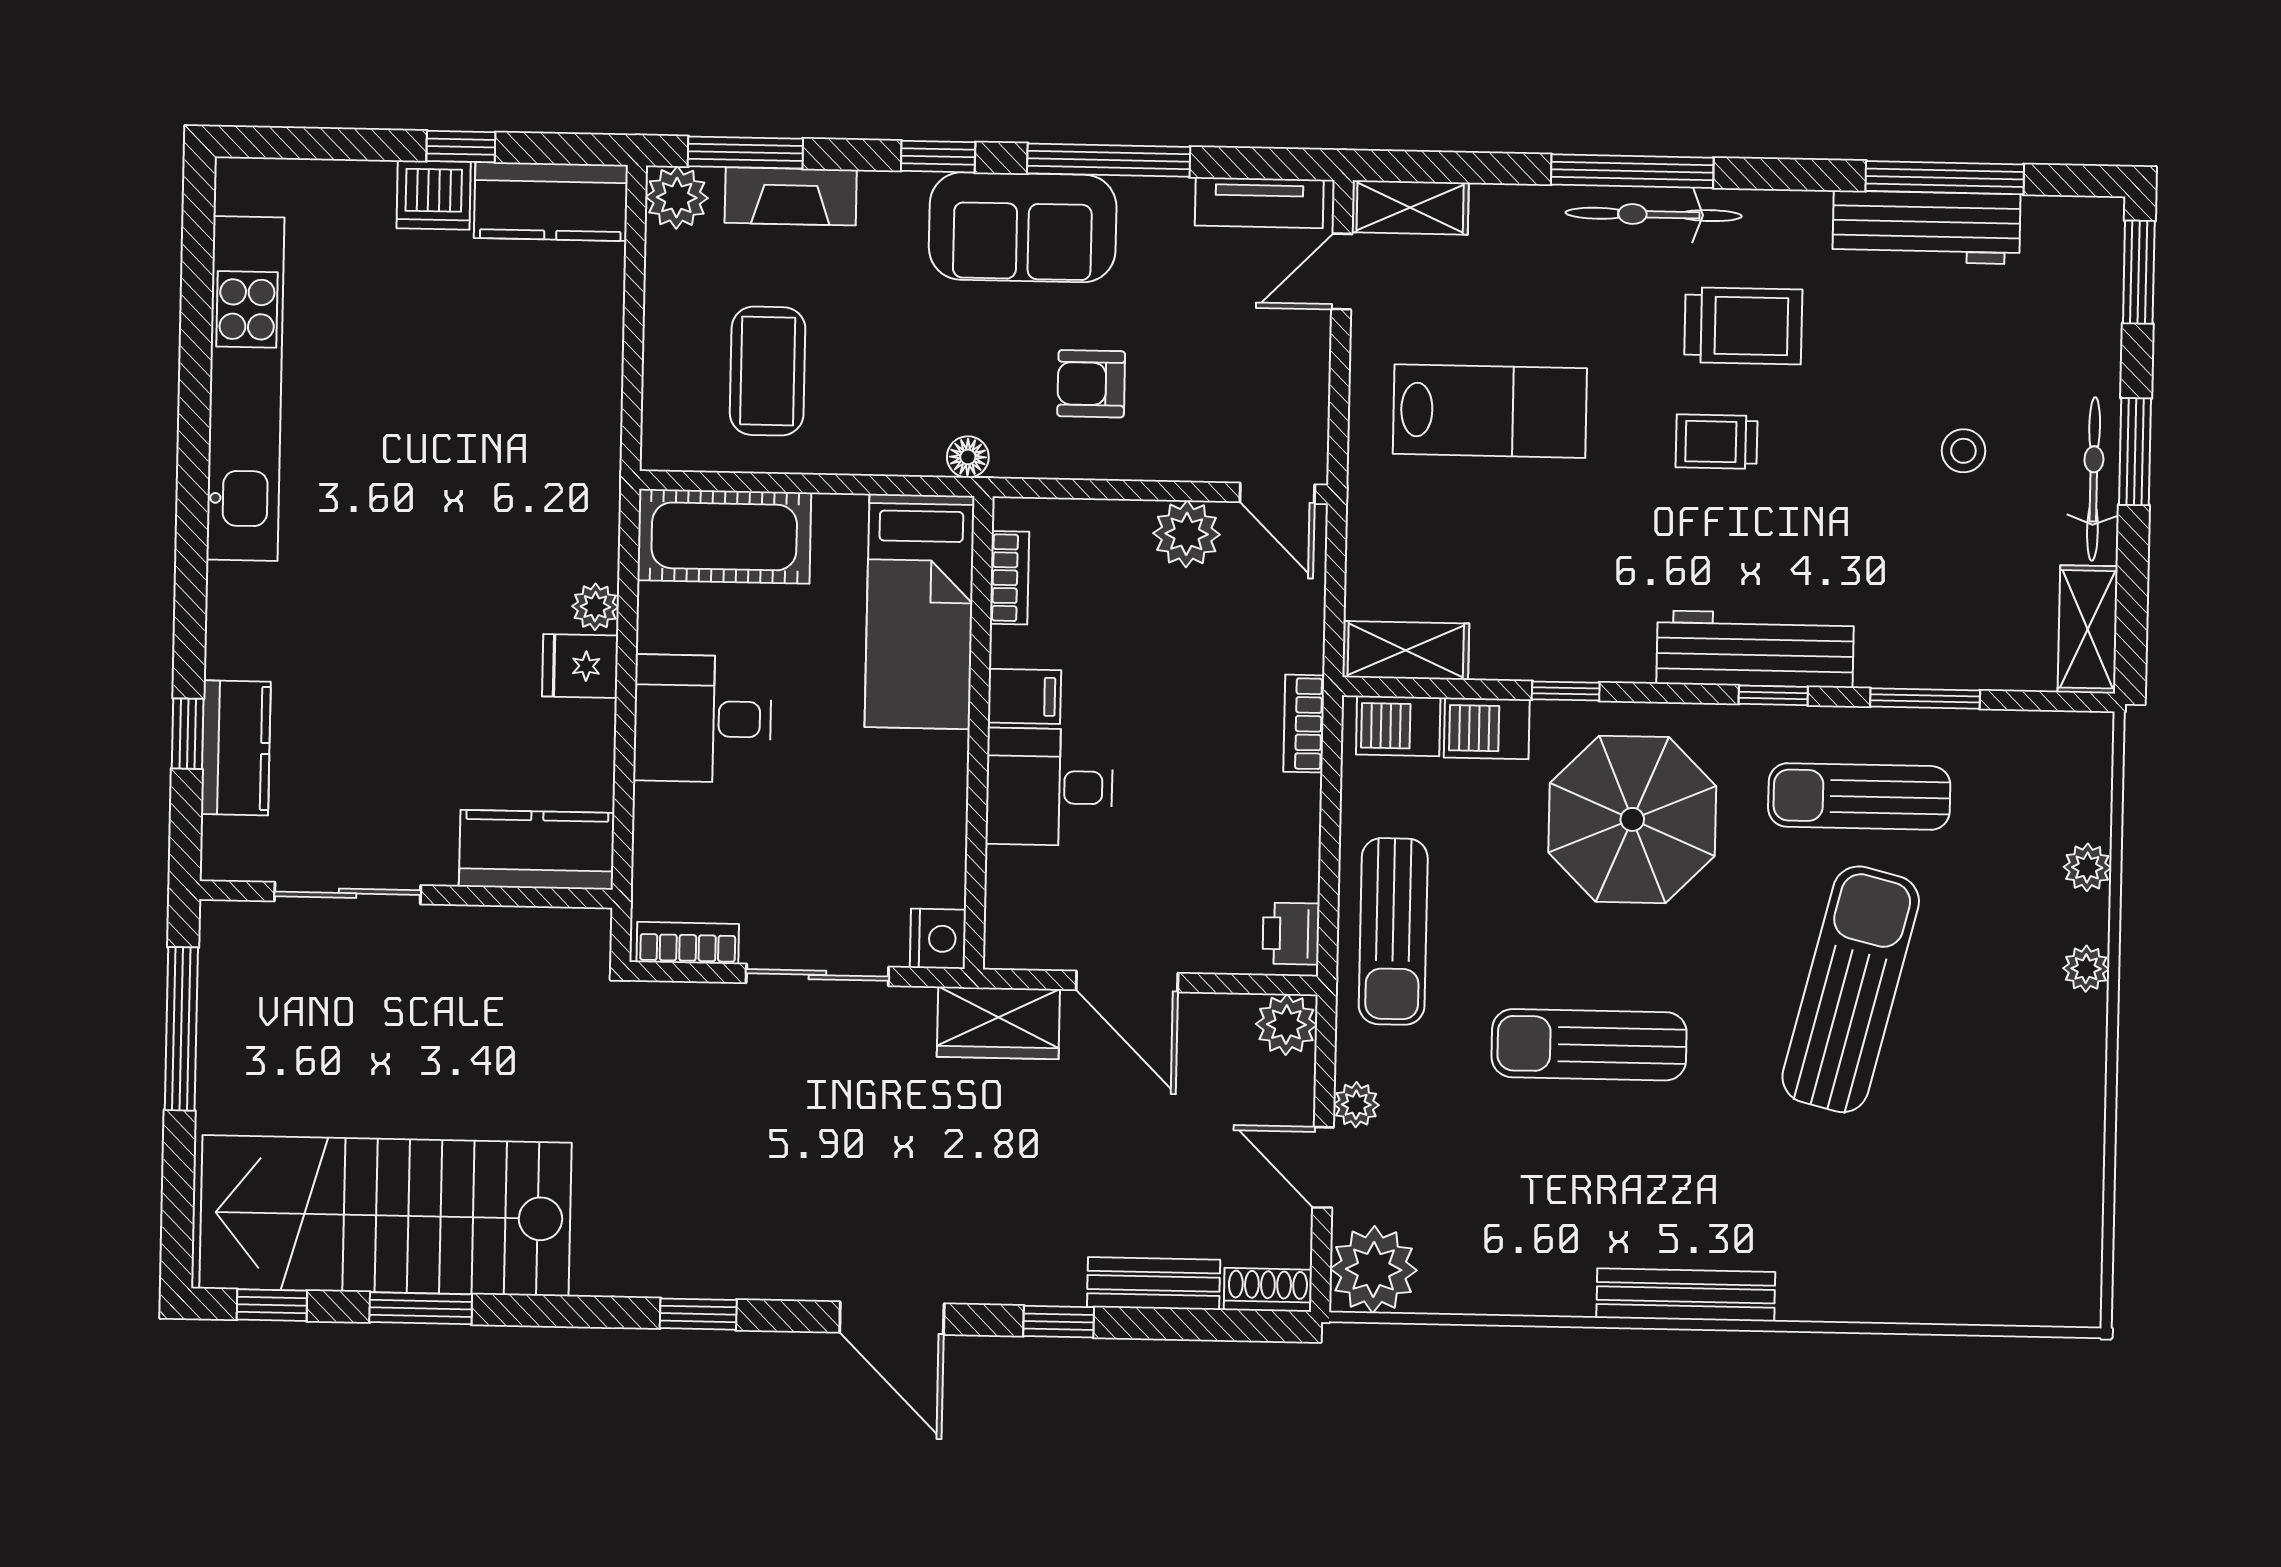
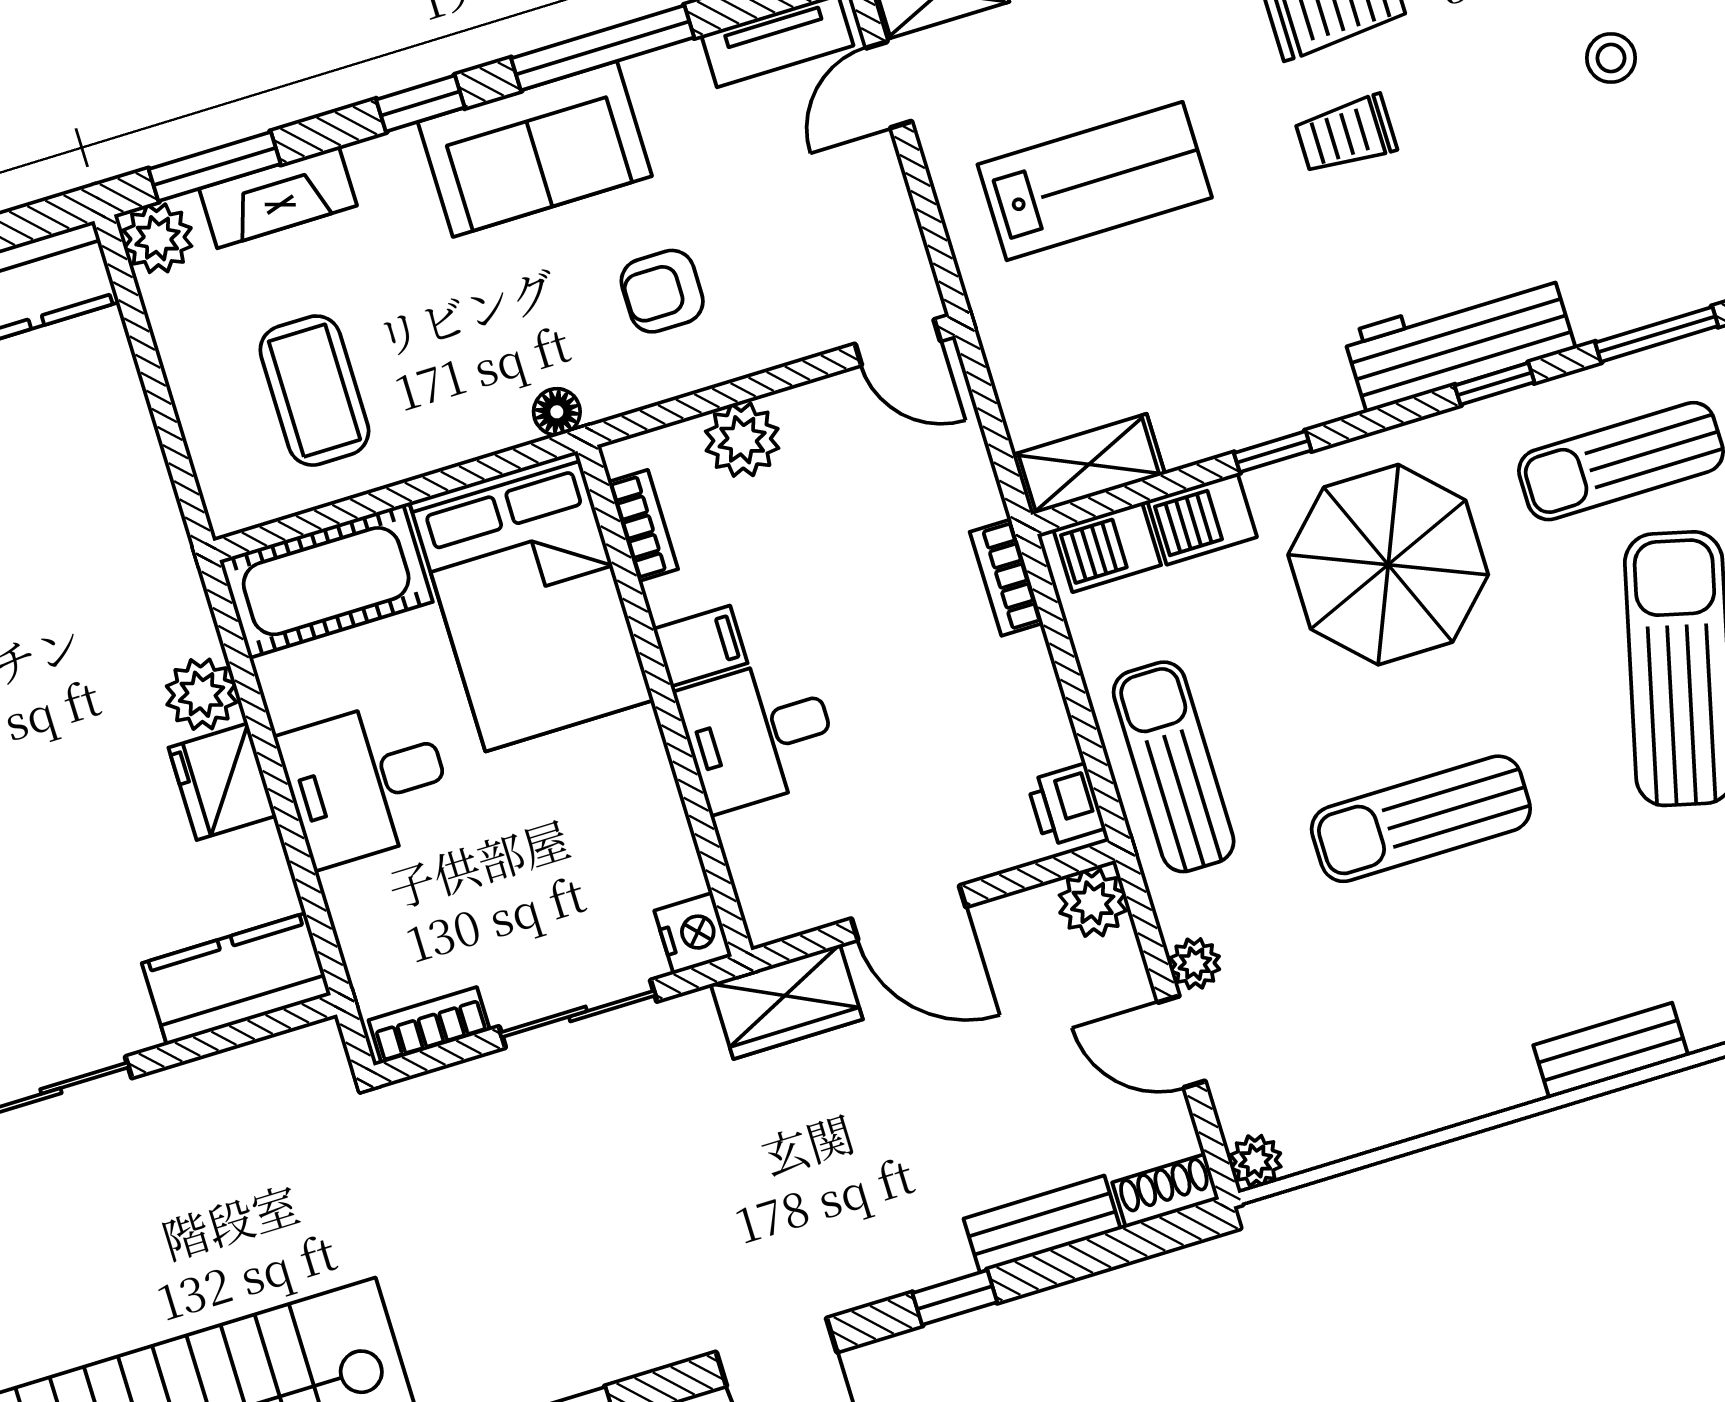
plant: (1187, 534) -> (742, 440), moved
plant: (595, 607) -> (202, 694), width x1.38, depth x1.38
bed: (920, 611) -> (532, 601), width x1.50
fridge: (580, 666) -> (222, 782), width x1.38
sun lounger: (1393, 931) -> (1174, 767), turned 180
plant: (1374, 1270) -> (1256, 1161), width x0.53, depth x0.53
bench: (1686, 1295) -> (1611, 1050), width x0.73

